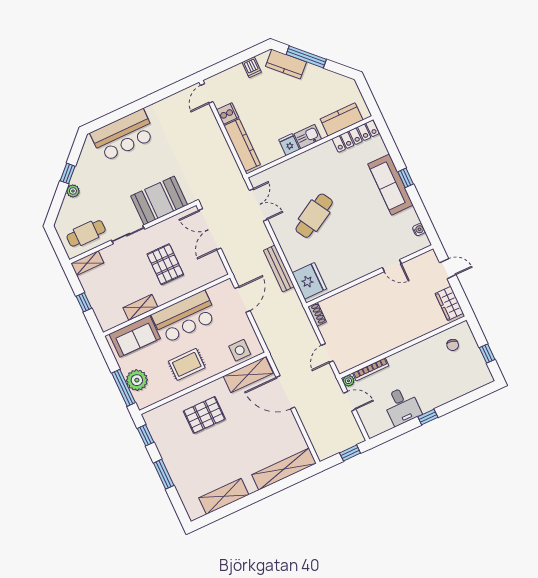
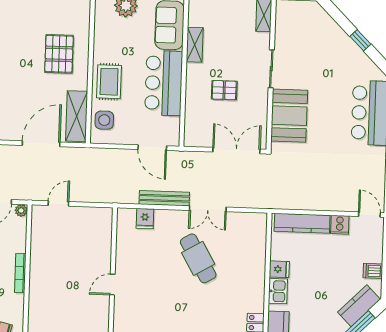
plant: (73, 191) -> (341, 37), removed
double door: (258, 205) -> (208, 209), moved
cafe table: (86, 233) -> (293, 29), removed
pallet: (165, 264) -> (224, 90), width x0.67, depth x0.71
door: (392, 266) -> (112, 285), moved
fridge: (309, 281) -> (145, 219), width x0.53, depth x0.75
shoe rack: (317, 314) -> (101, 213), removed
door: (327, 353) -> (58, 204), hinge flipped
rug: (187, 364) -> (109, 82), moved
bookcase: (371, 369) -> (20, 273), moved

